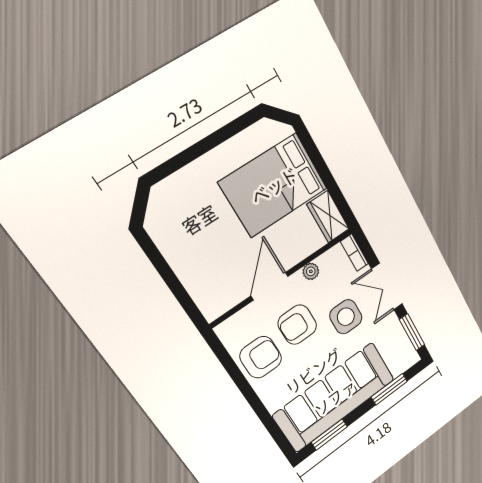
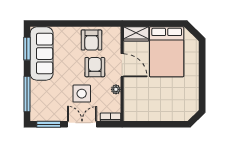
bed: (274, 185) -> (167, 52), moved, turned 180
wardrobe: (328, 217) -> (136, 34), moved, turned 180
window: (389, 389) -> (27, 94), width x1.44
sofa: (335, 397) -> (42, 54), width x0.74, depth x0.79

